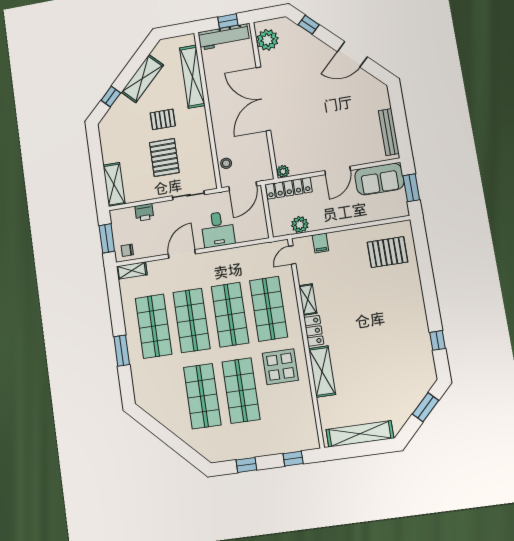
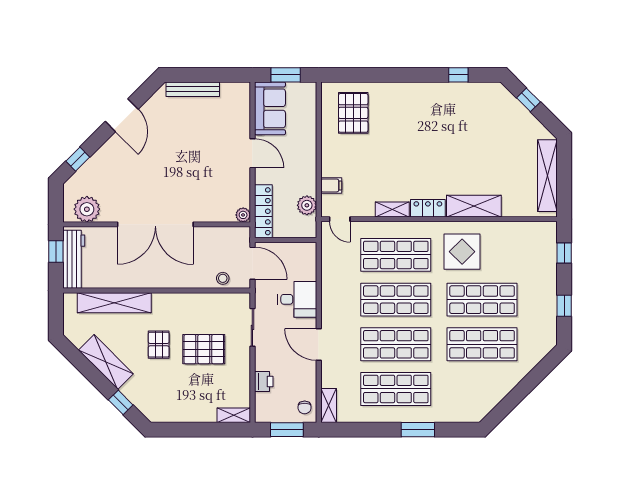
bench: (389, 132) -> (193, 89), moved
shelving: (114, 185) -> (234, 415), width x0.67, depth x0.75
window: (426, 407) -> (528, 100), width x0.67

